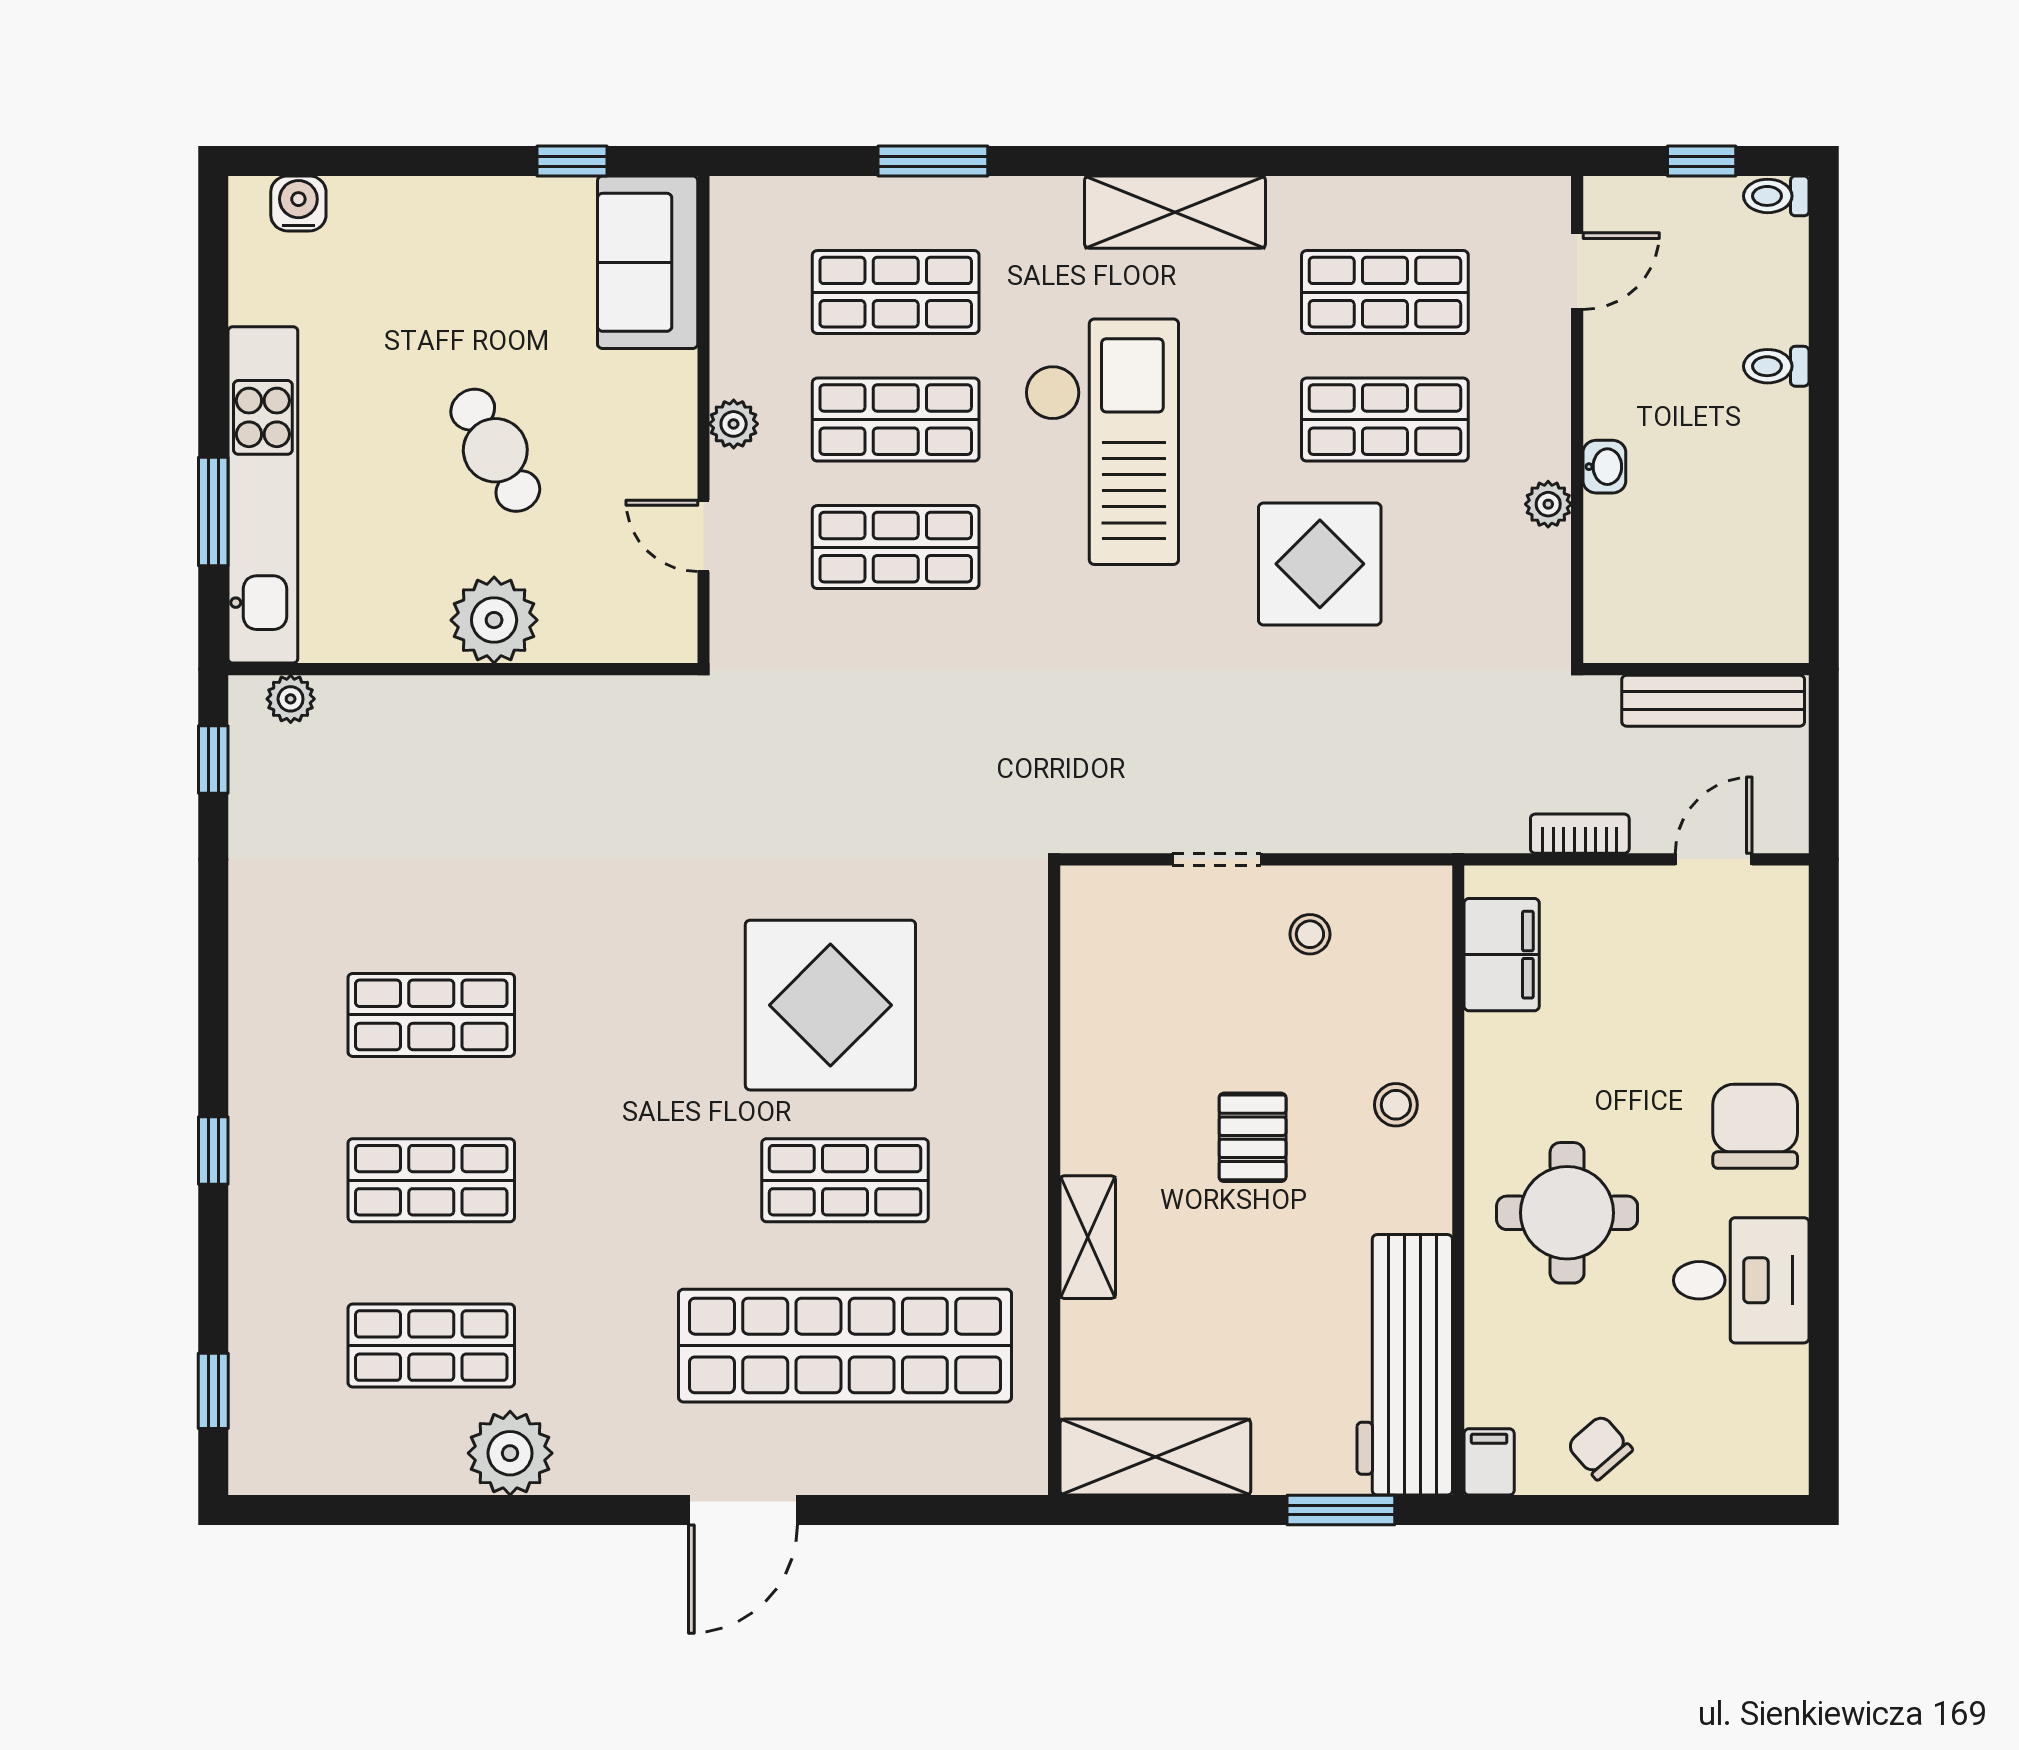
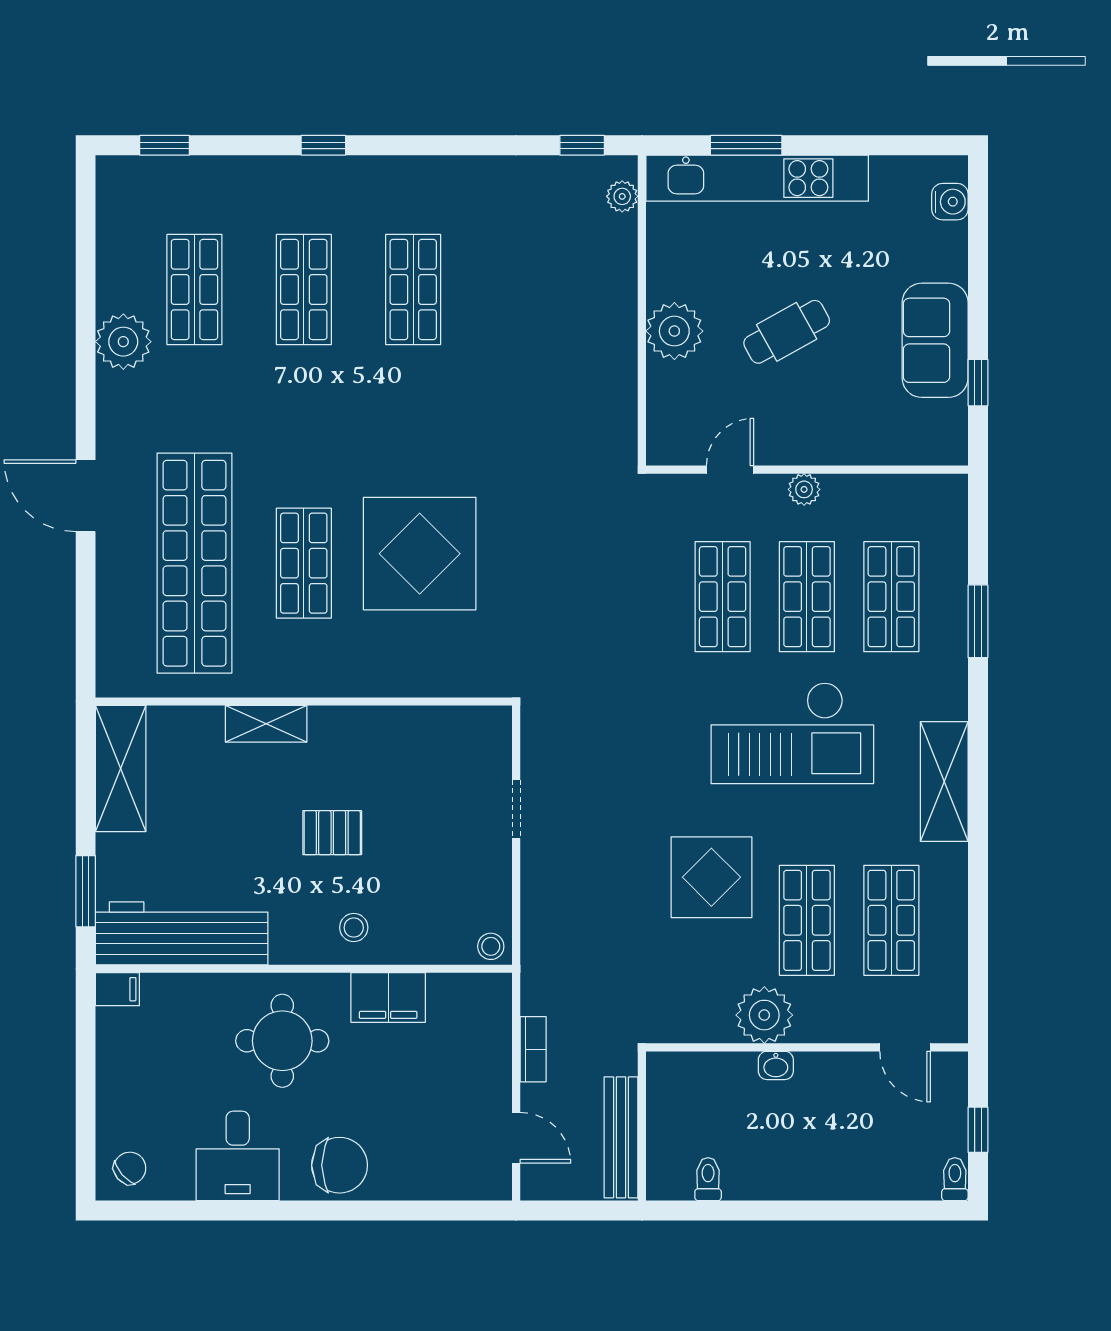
sofa: (648, 262) -> (935, 340), moved, turned -90
toilet: (1776, 366) -> (708, 1179), moved
plant: (1548, 504) -> (764, 1015), width x1.87, depth x1.87
stool: (1310, 934) -> (491, 946), moved
filing cabinet: (1502, 955) -> (388, 997), moved
chair: (1600, 1447) -> (130, 1168), moved

